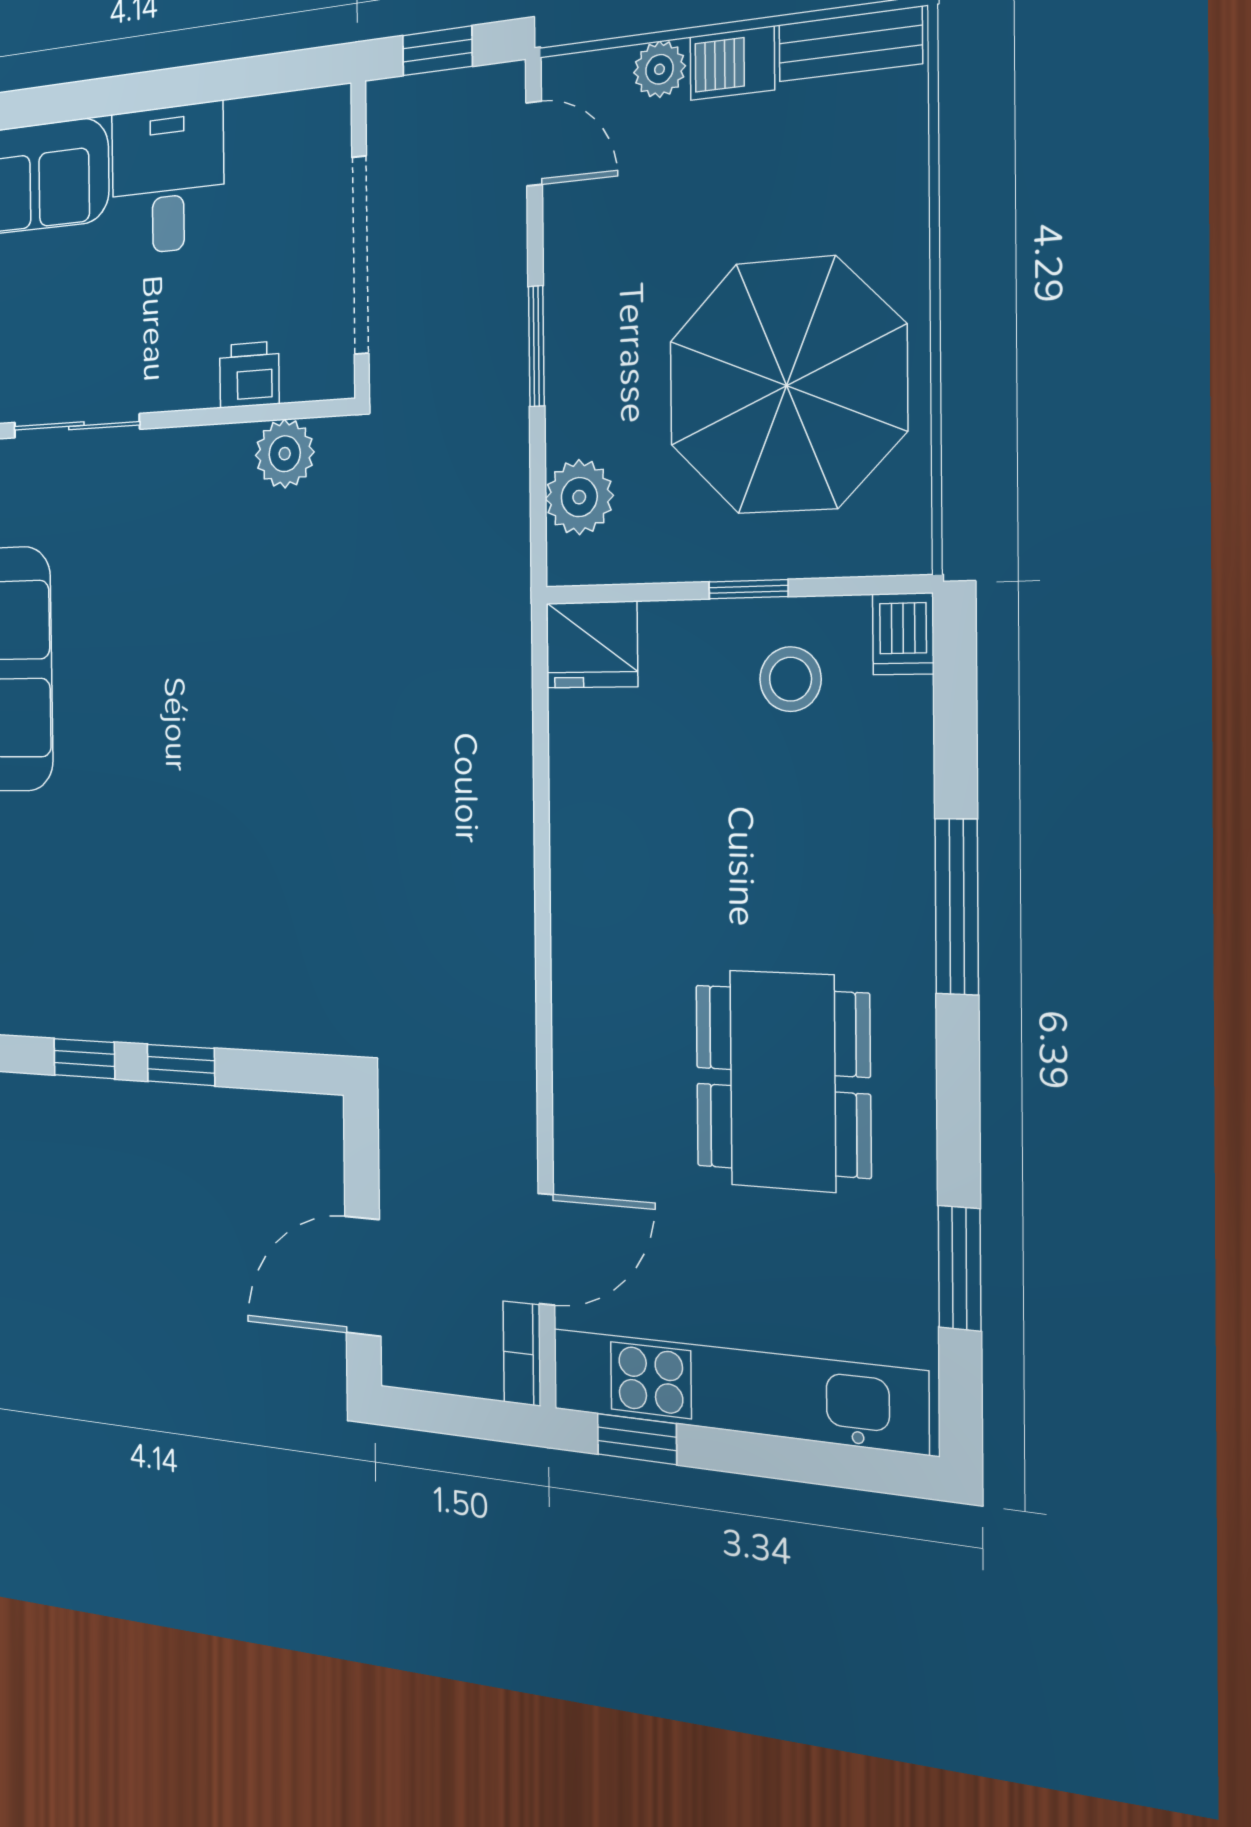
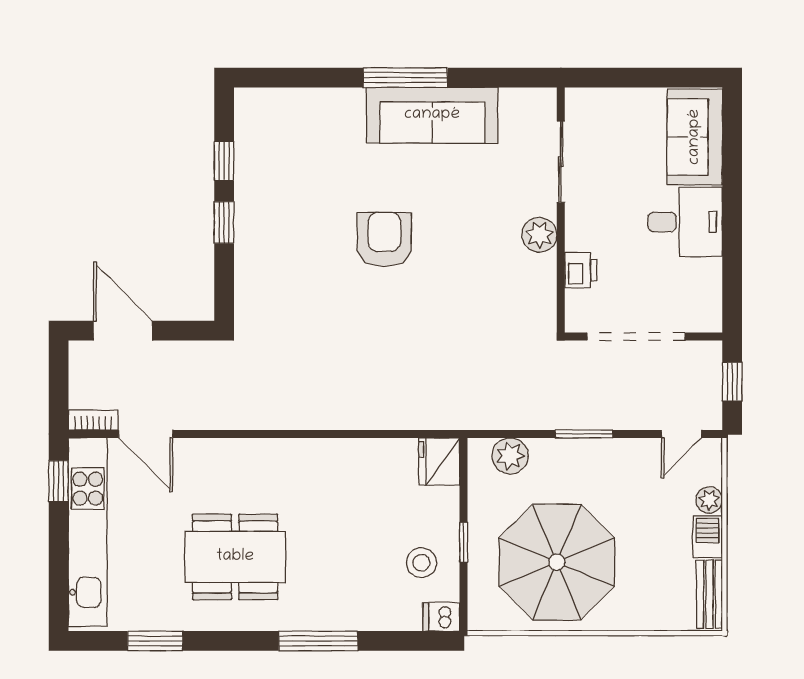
plant: (285, 454) -> (539, 235), moved
armchair: (204, 759) -> (384, 240), added

